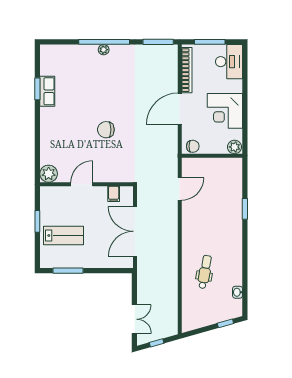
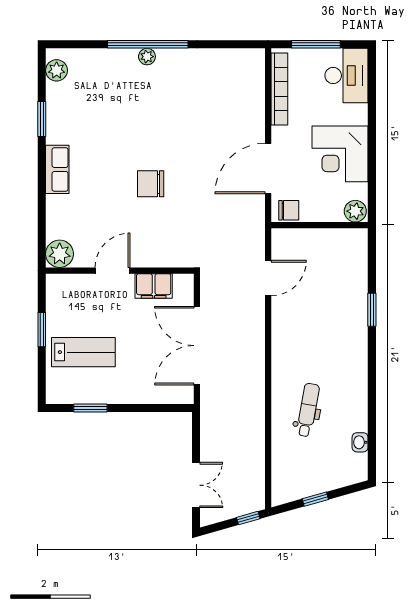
window: (158, 42) -> (234, 44), removed
plant: (47, 58) -> (57, 70), added
row of seats: (47, 91) -> (57, 169), moved
door: (180, 109) -> (268, 168), moved
filing cabinet: (114, 194) -> (154, 286), width x2.00
window: (68, 271) -> (90, 408), width x0.69
window: (225, 323) -> (315, 499), moved
window: (157, 343) -> (248, 518), moved

